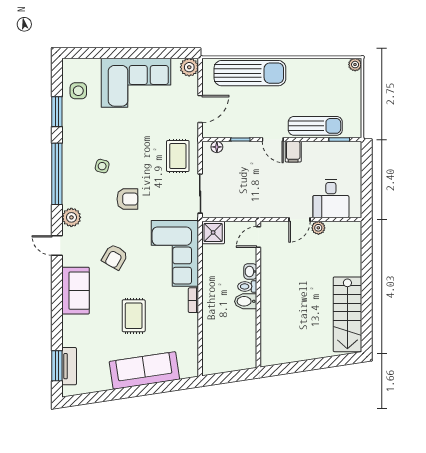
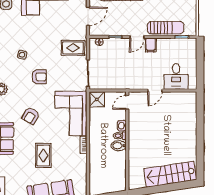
door: (273, 140) -> (137, 37), hinge flipped
rug: (178, 156) -> (73, 48), turned 90
plant: (318, 228) -> (168, 96), removed
stairs: (347, 314) -> (170, 174), moved, turned 81

